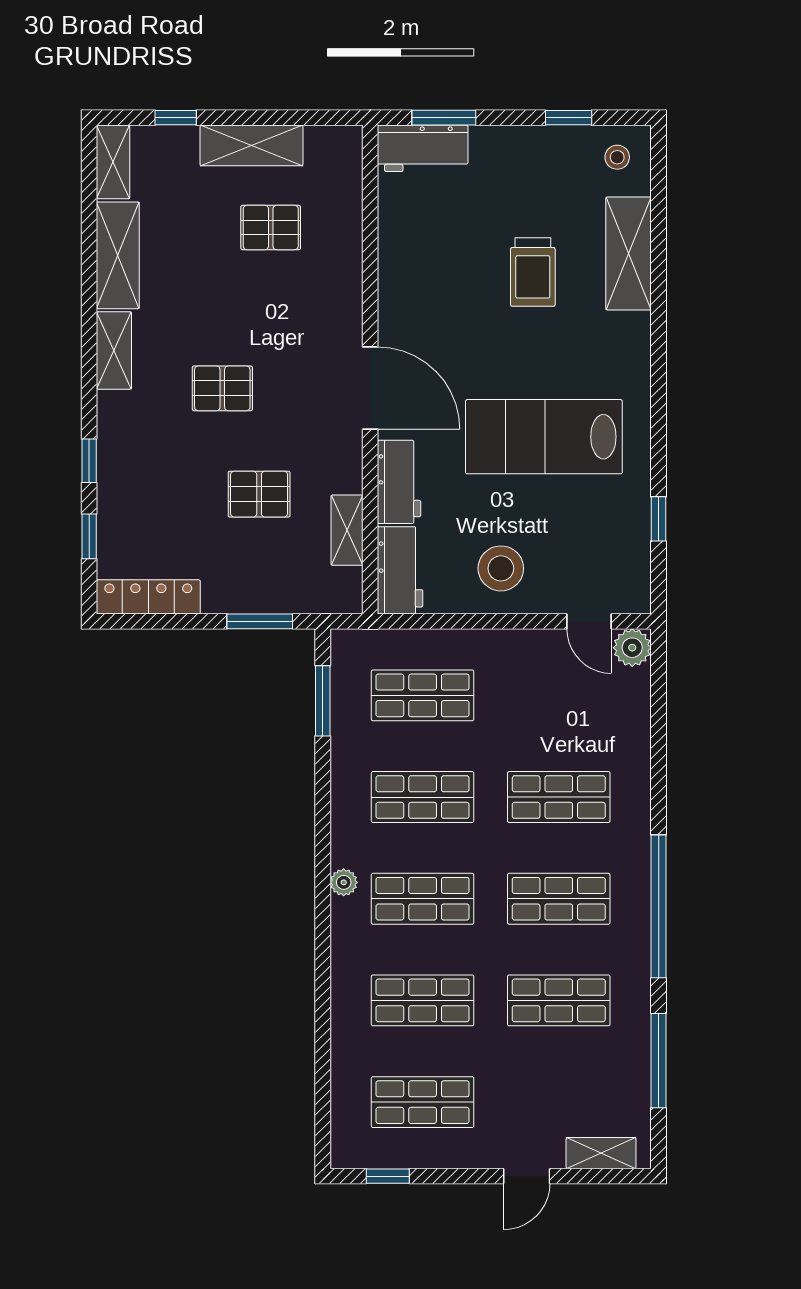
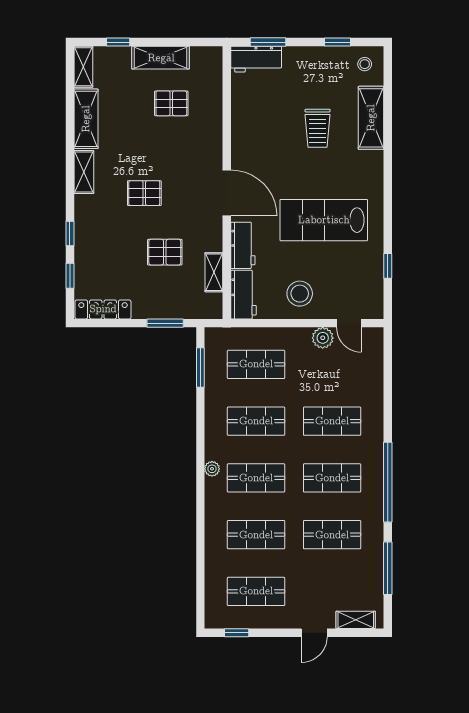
plant: (632, 648) -> (323, 338), moved

